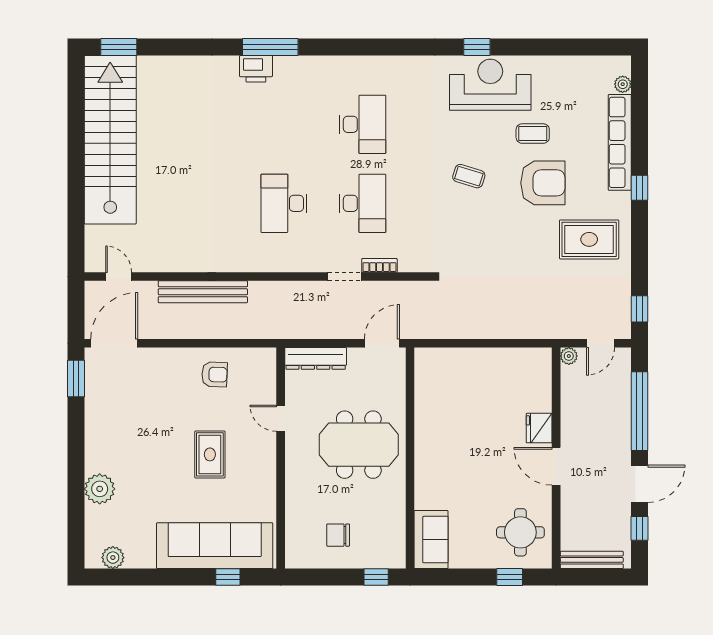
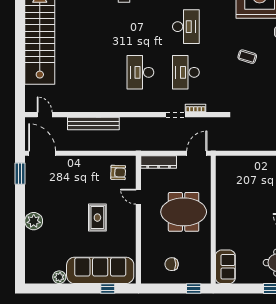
desk: (363, 203) -> (186, 72), turned 180
door: (114, 343) -> (42, 153), hinge flipped
armchair: (215, 374) -> (118, 172), moved
plant: (100, 489) -> (34, 221), moved
plant: (113, 558) -> (59, 277), moved

